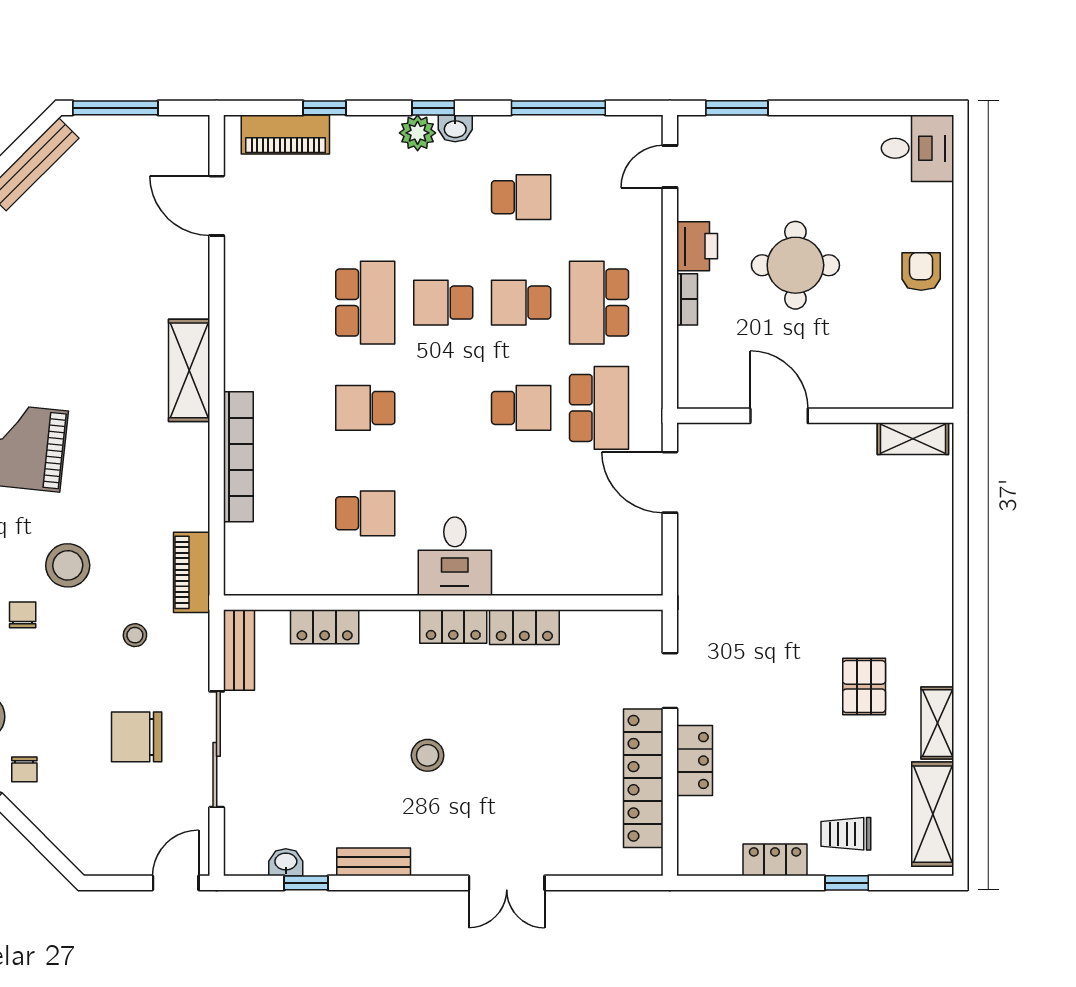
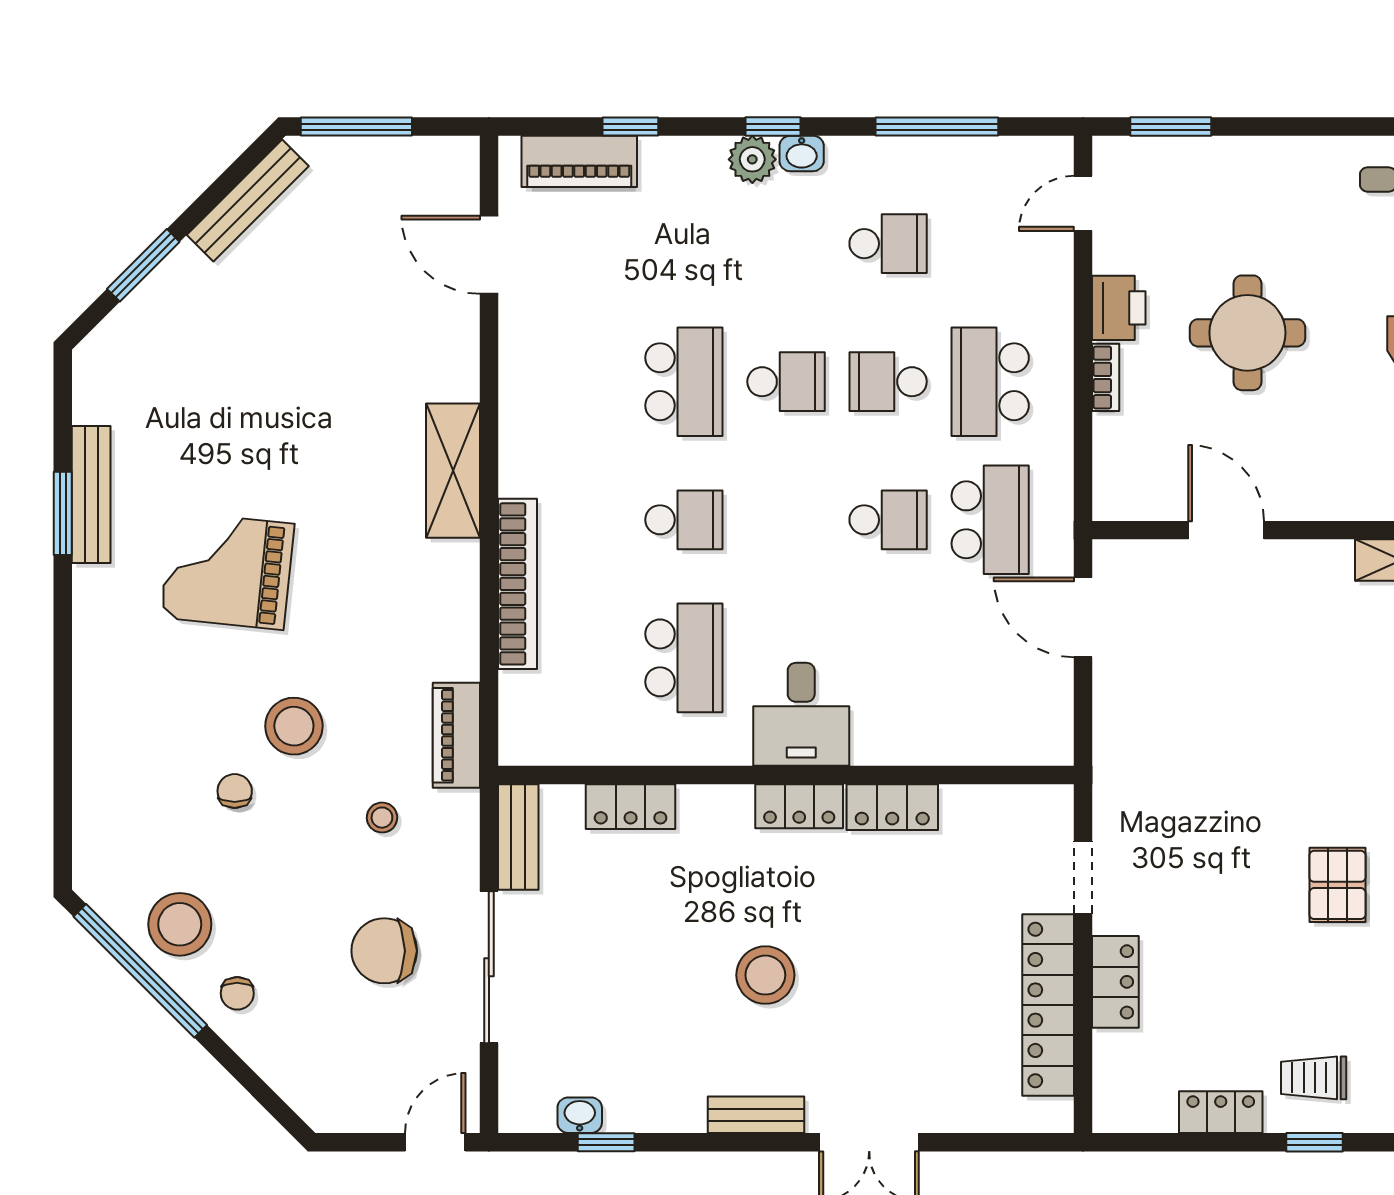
school desk: (443, 303) -> (786, 382), turned 180
school desk: (365, 408) -> (684, 520), turned 180
school desk: (365, 513) -> (684, 658), width x1.85
stool: (428, 755) -> (765, 975), width x1.38, depth x1.38
bench: (374, 862) -> (756, 1115), moved

